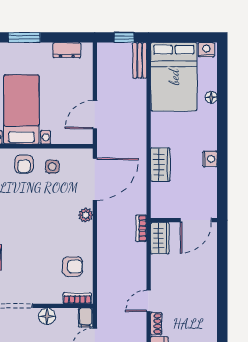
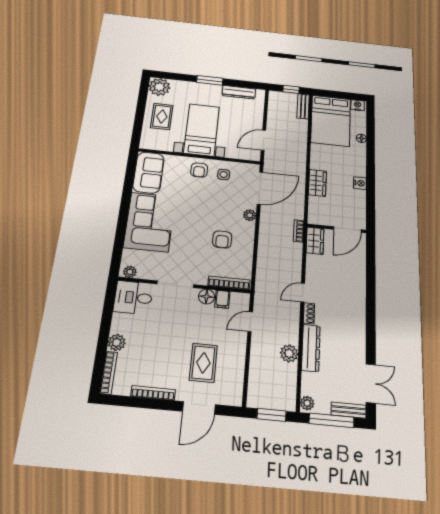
dresser: (67, 50) -> (239, 92), width x1.44
armchair: (73, 267) -> (222, 239), moved, turned 90
bookcase: (77, 298) -> (229, 283), width x1.56
filing cabinet: (86, 318) -> (222, 299), moved

